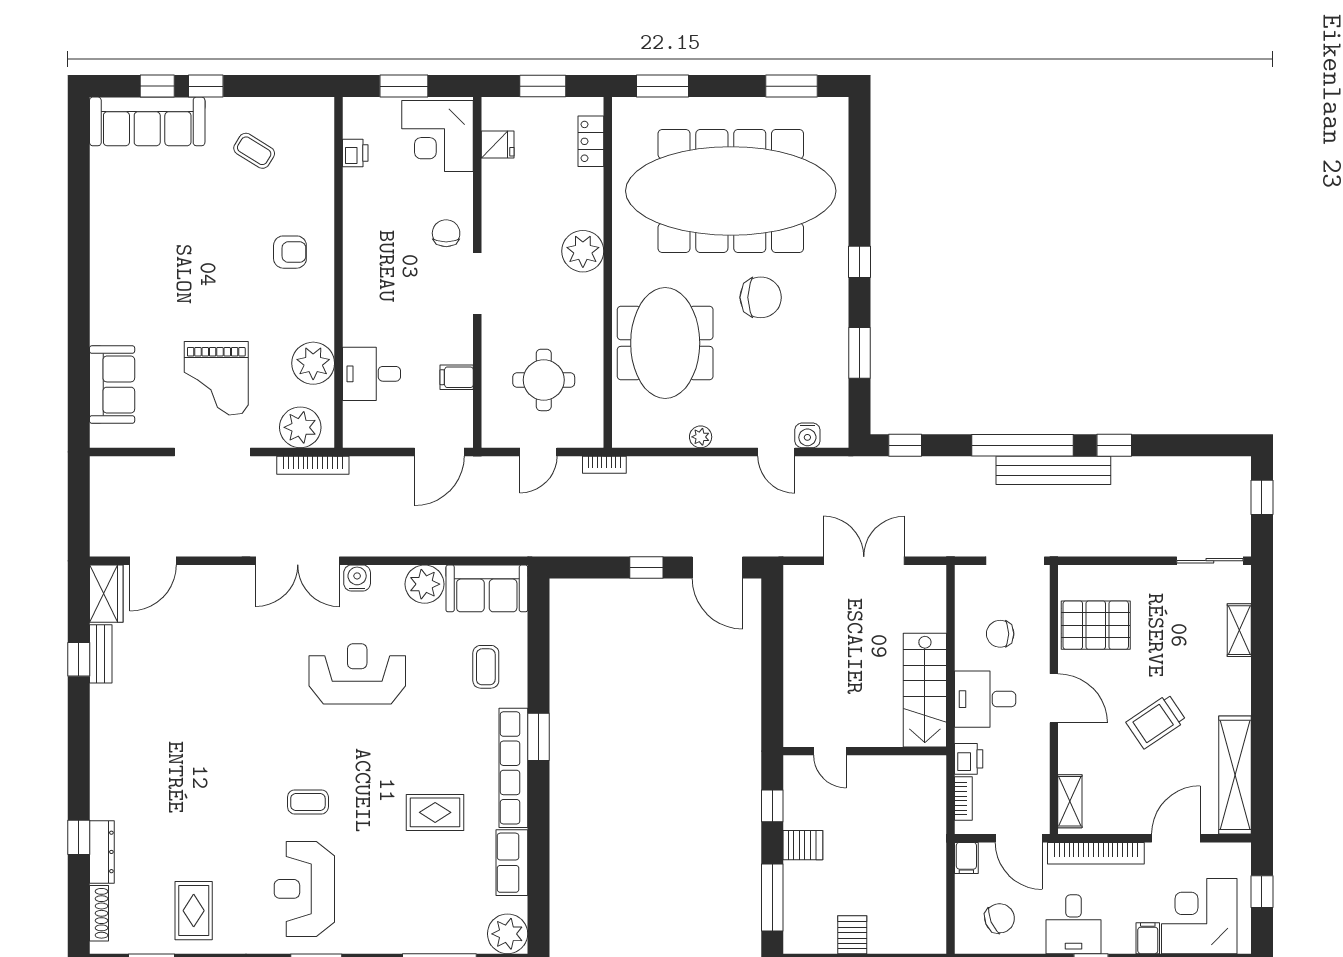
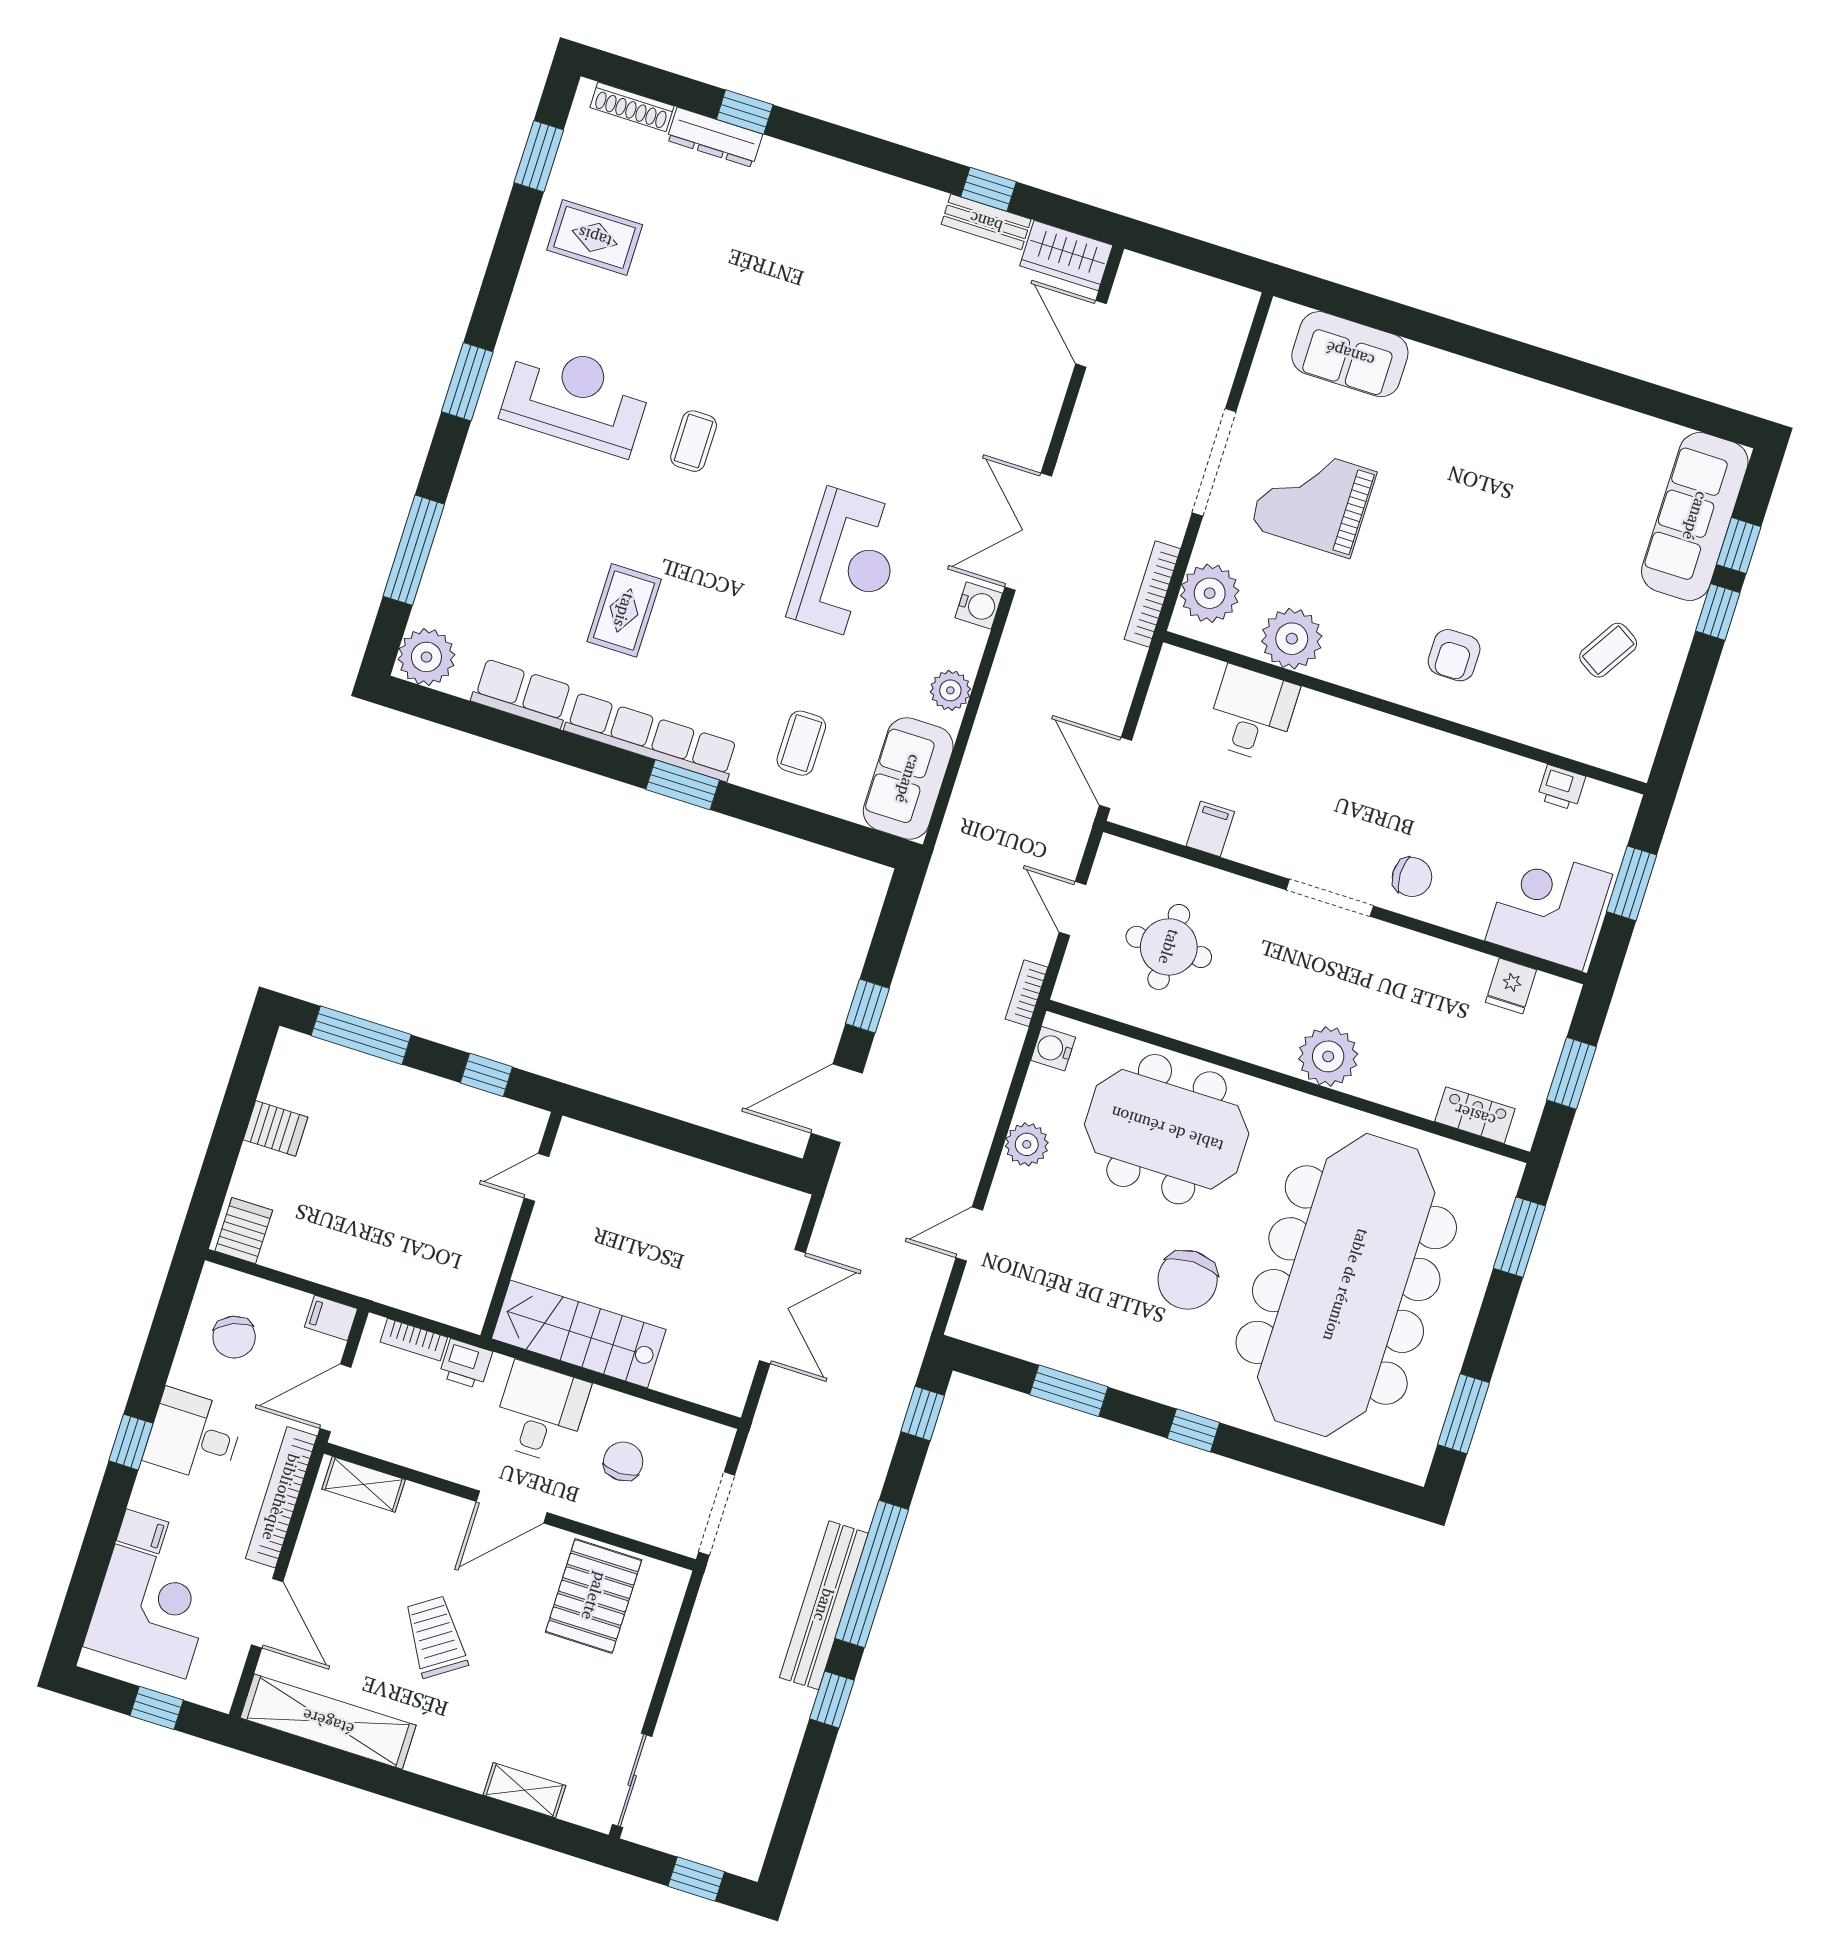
water cooler: (807, 435) -> (1053, 1049), moved
plant: (701, 437) -> (1027, 1144), width x1.38, depth x1.38
plant: (425, 584) -> (950, 690), width x0.73, depth x0.73
coffee table: (486, 667) -> (801, 743), turned 90
server rack: (803, 845) -> (244, 1231), moved, turned 180

